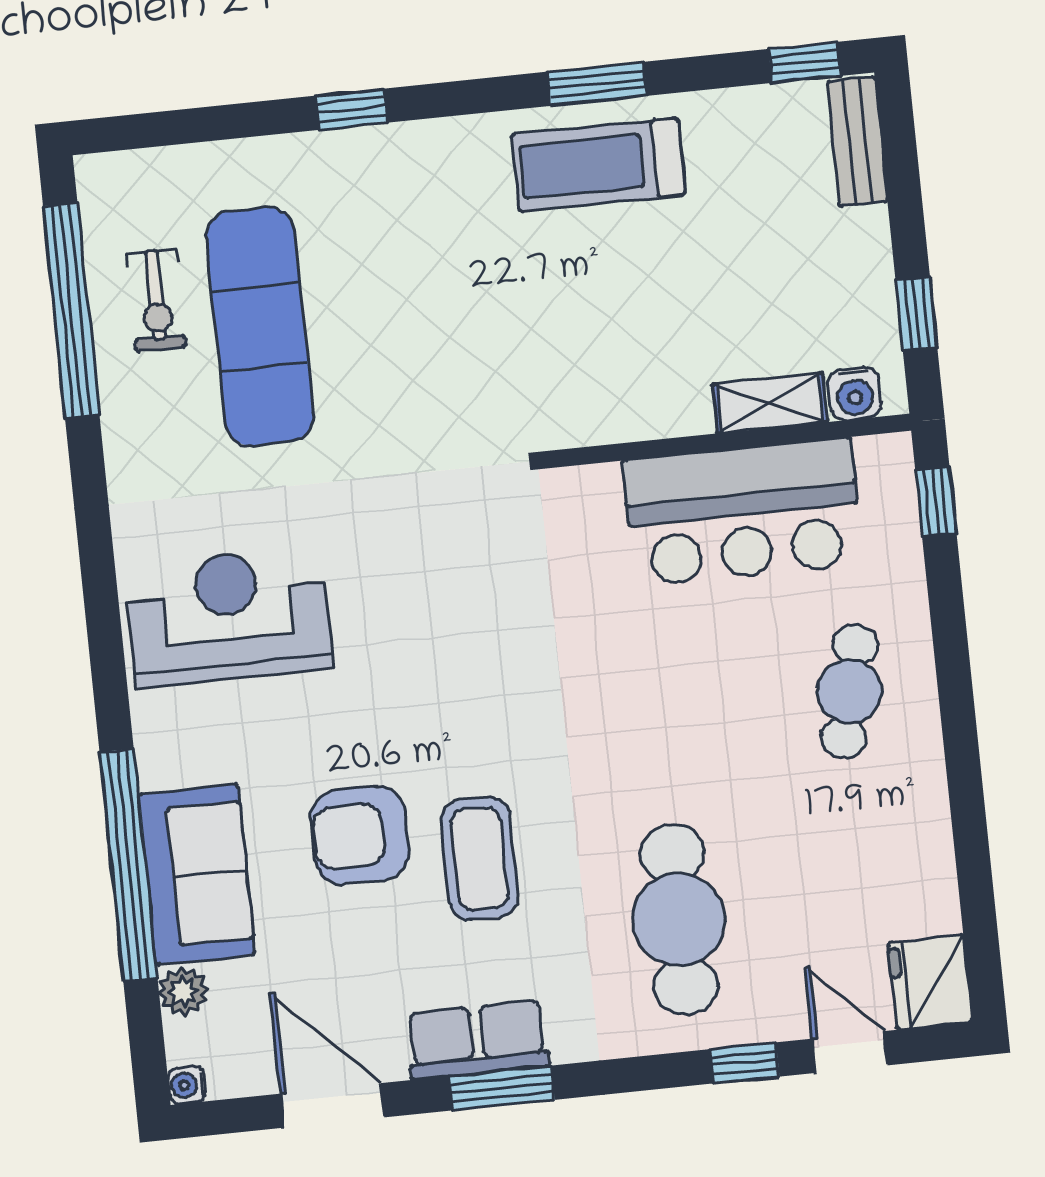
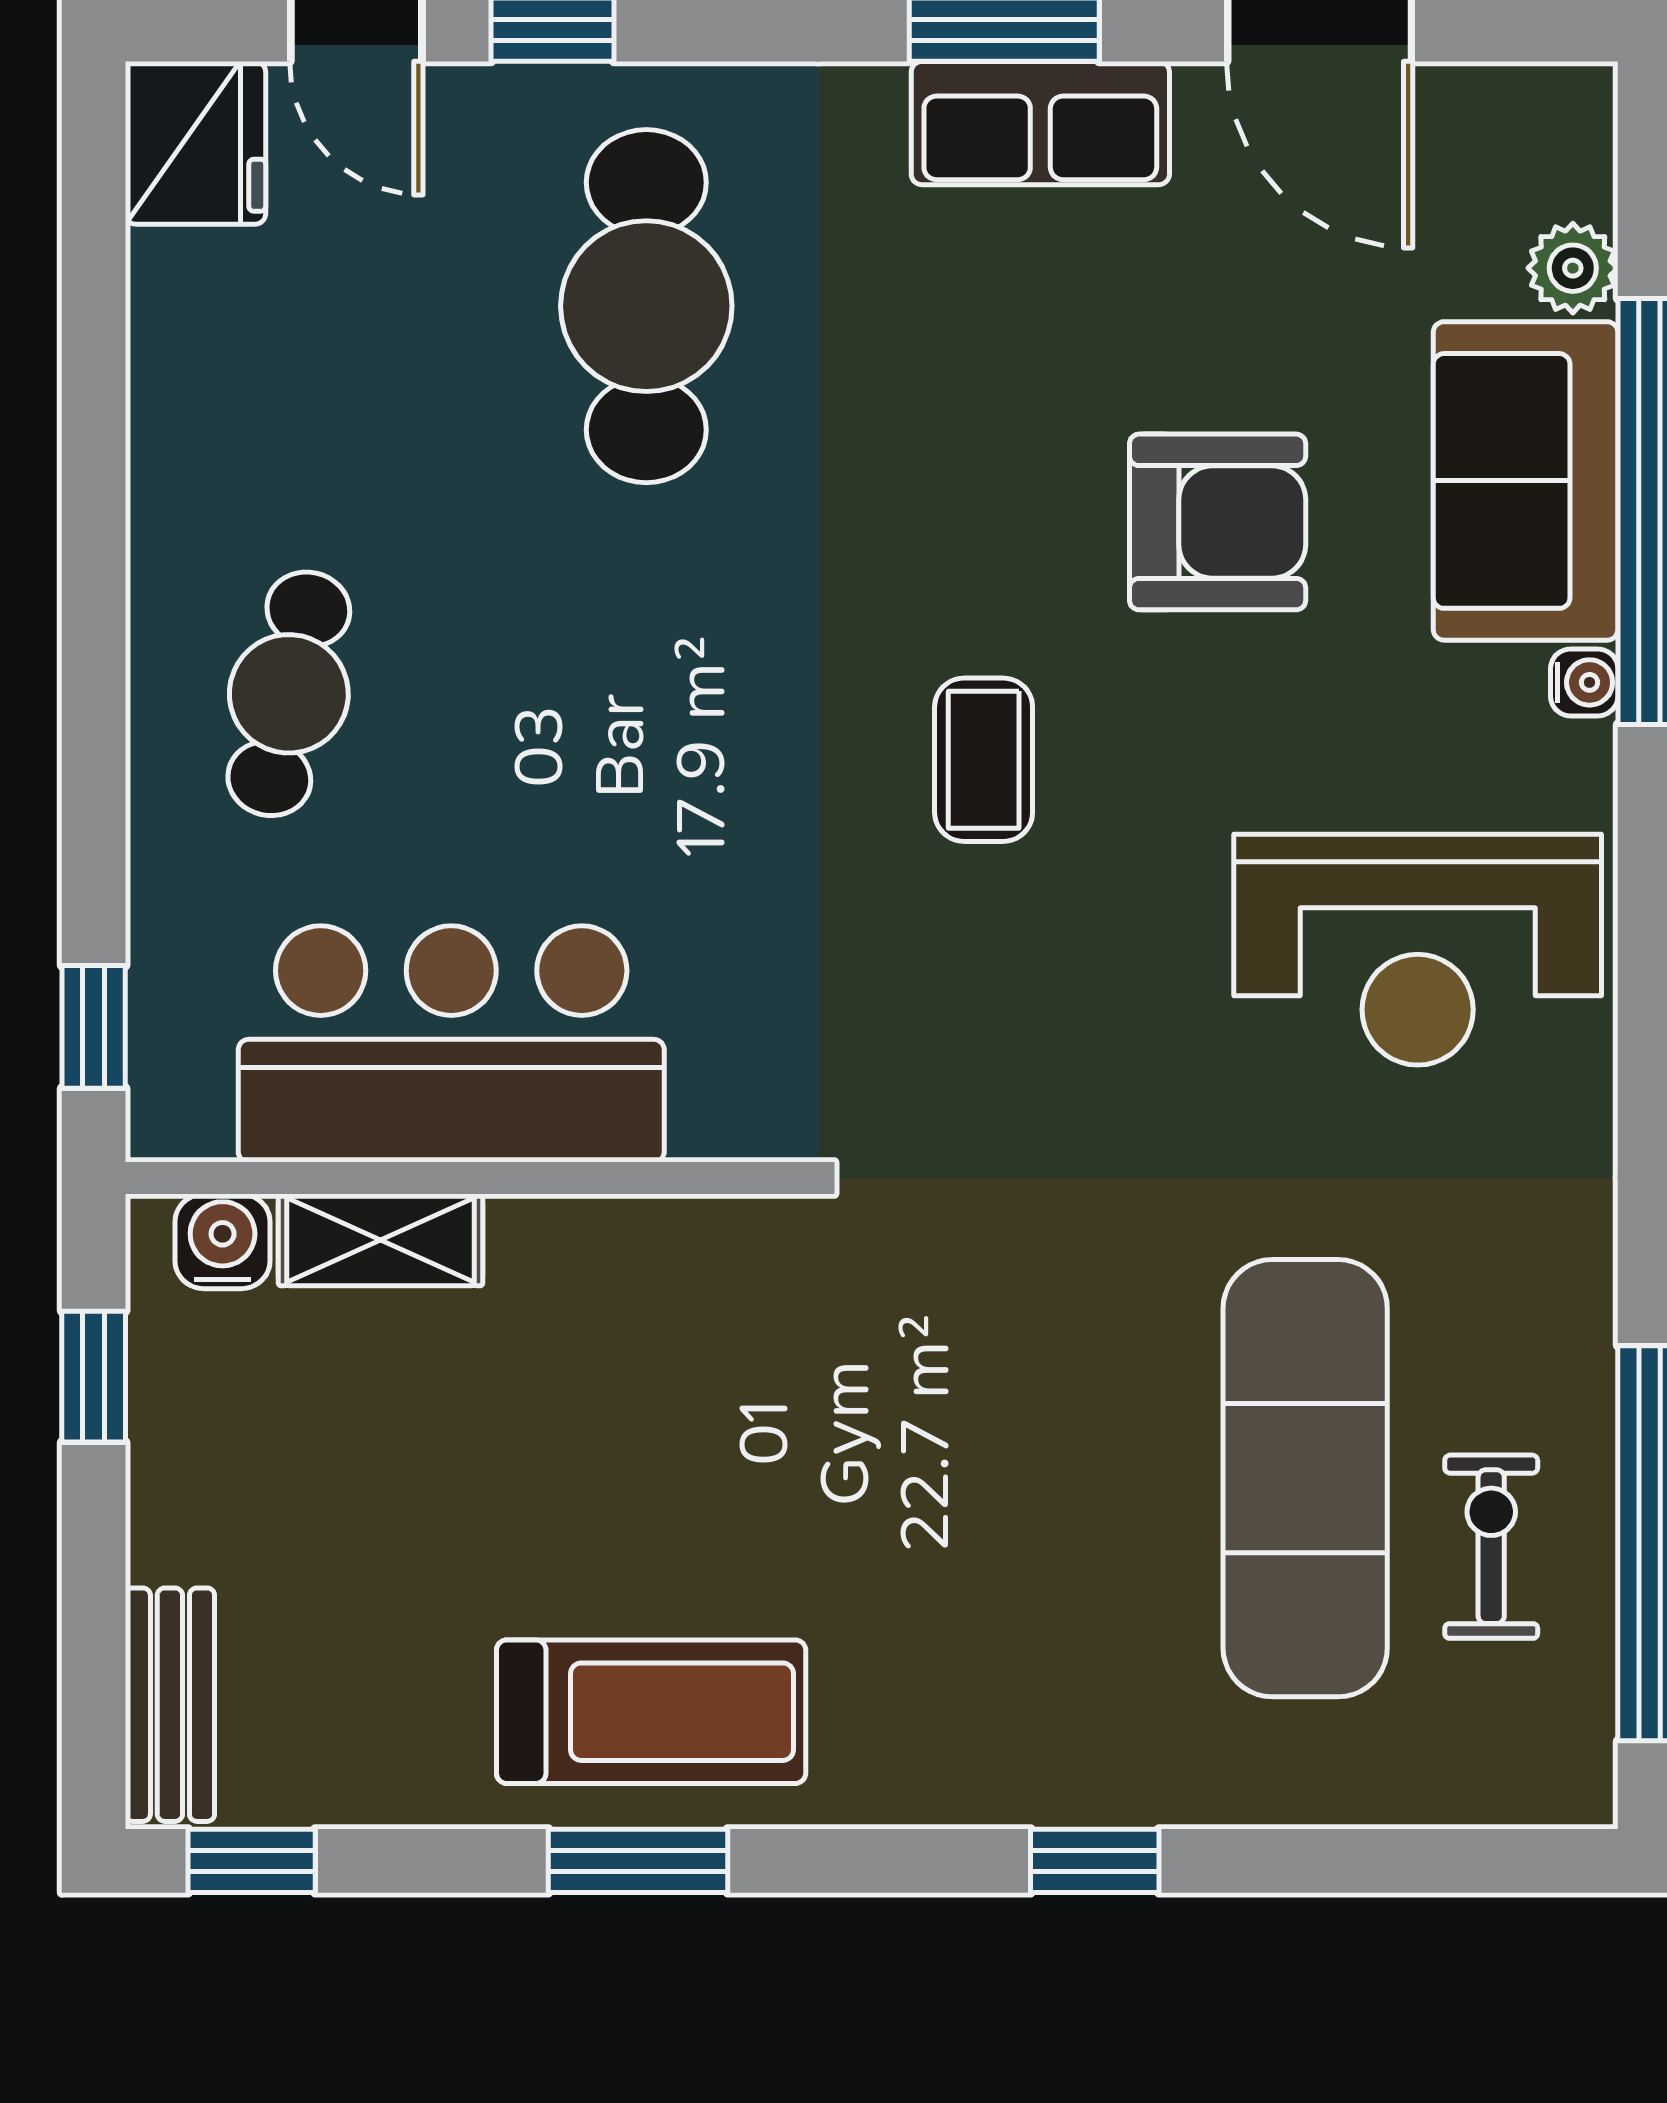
coffee table: (479, 859) -> (984, 760), moved, width x0.73, depth x0.77
water cooler: (187, 1085) -> (1584, 682), moved

